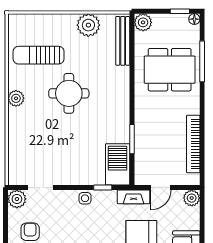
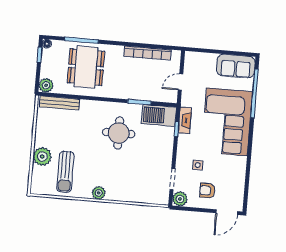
plant: (88, 25) -> (42, 157), moved
round table: (69, 93) -> (119, 133), moved
door: (161, 188) -> (181, 82), swing flipped
fireplace: (134, 197) -> (185, 120), moved
side table: (85, 198) -> (198, 165), moved
plant: (192, 198) -> (191, 58), removed

